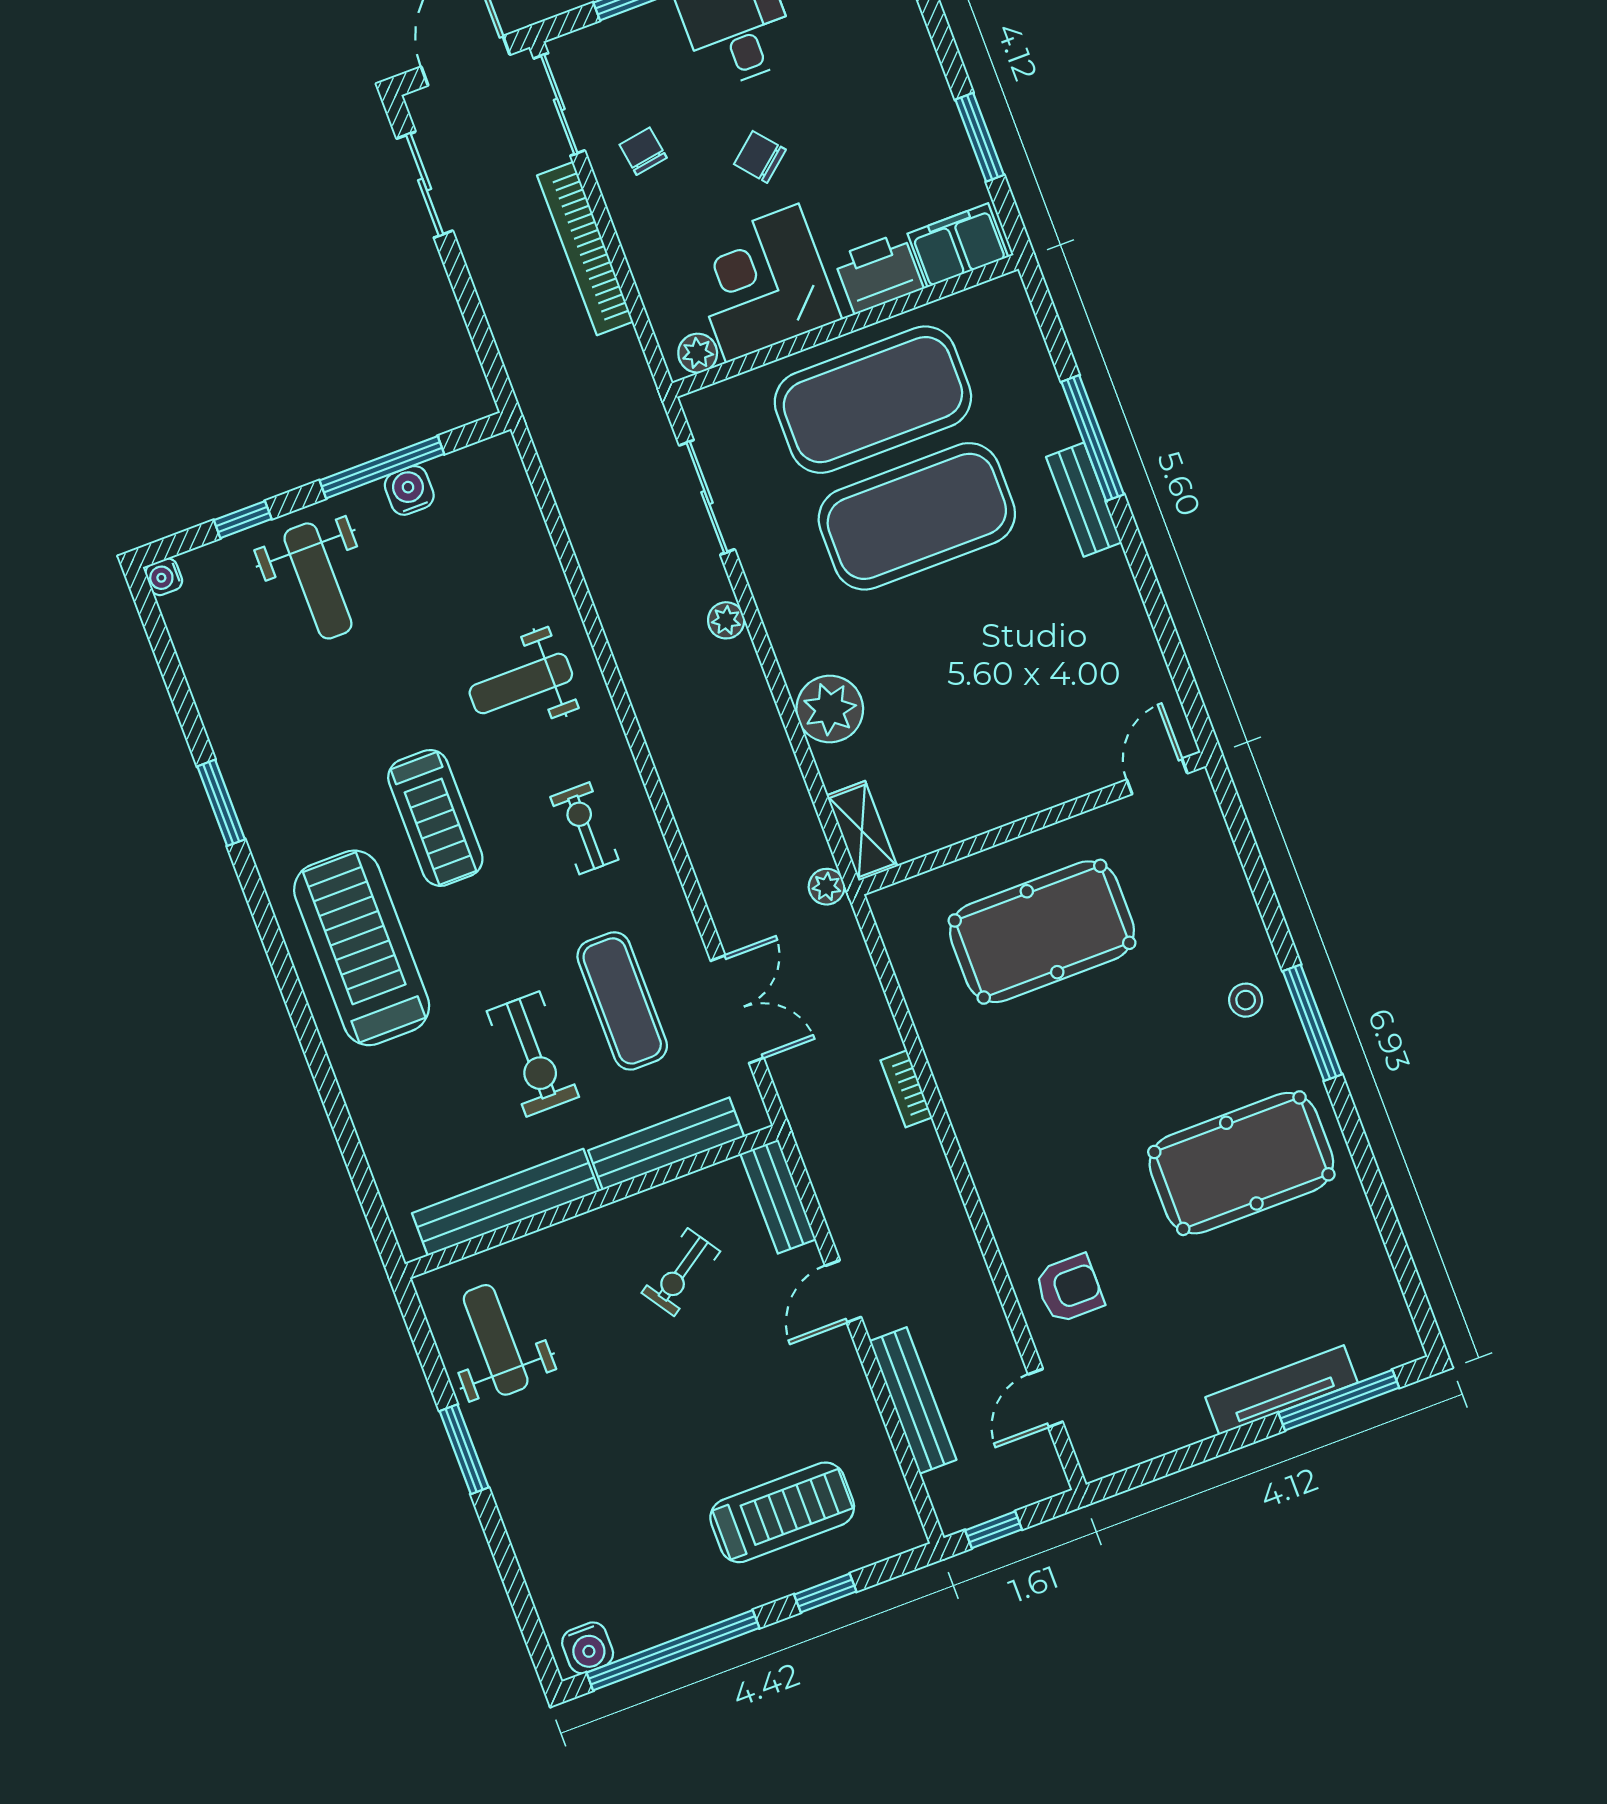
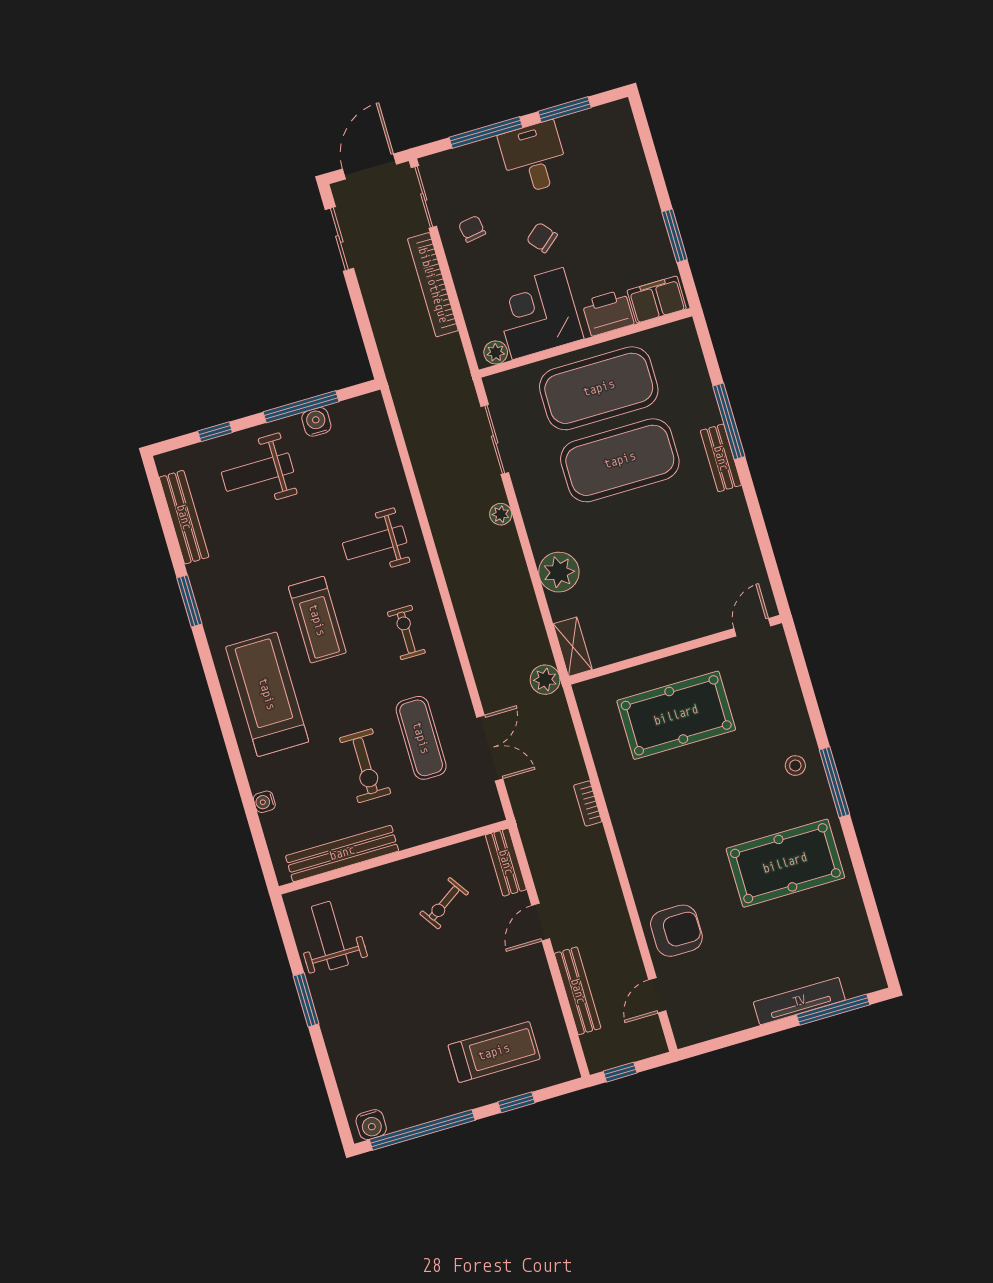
water cooler: (164, 577) -> (264, 802), moved
weight bench: (318, 581) -> (258, 472), turned 90
plant: (827, 887) -> (545, 680), width x1.38, depth x1.38
bench: (666, 1144) -> (184, 517), moved, turned 90
armchair: (1069, 1289) -> (676, 931), width x1.38, depth x1.38

